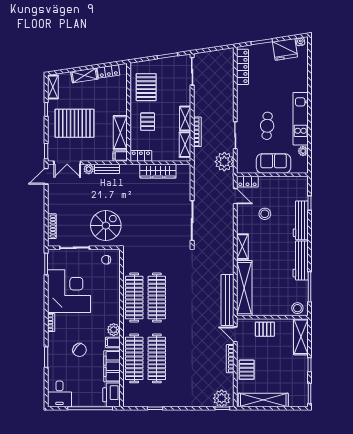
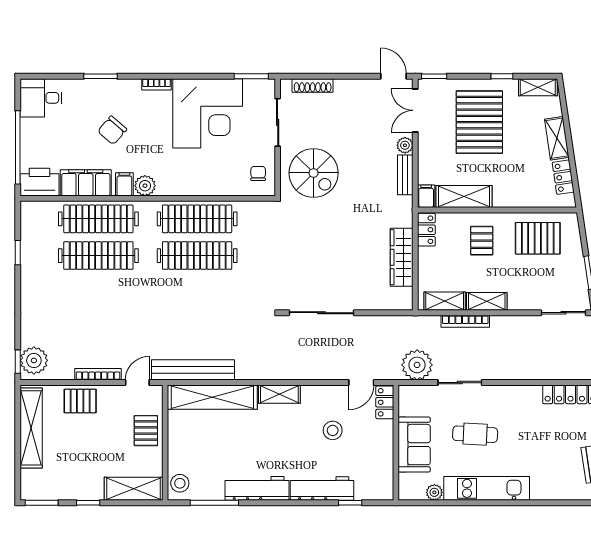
pallet: (148, 122) -> (482, 241), turned 90

